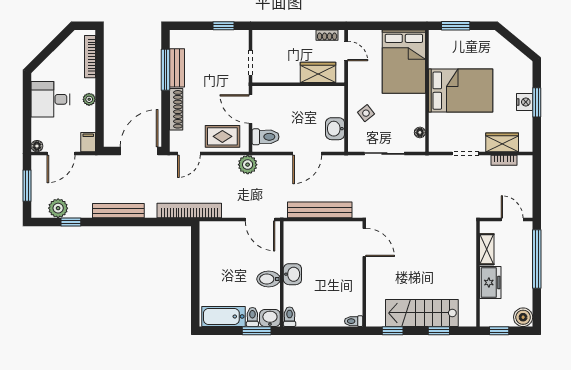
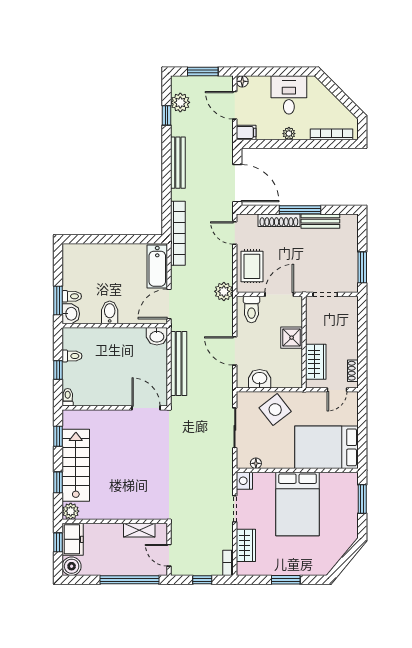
window: (223, 26) -> (362, 267), width x1.50
window: (166, 70) -> (300, 210), moved
shower: (294, 97) -> (292, 338), added
nightstand: (525, 102) -> (244, 481), moved, turned 90
side table: (366, 113) -> (275, 410), width x1.87, depth x1.87
bookcase: (504, 160) -> (228, 563), moved
window: (537, 186) -> (202, 580), added
door: (512, 219) -> (169, 555), swing flipped
door: (364, 242) -> (146, 408), swing flipped
washbasin: (292, 274) -> (157, 336), moved
freezer: (490, 283) -> (73, 539), moved, turned -90
bathtub: (224, 316) -> (157, 267), moved, turned 180
toilet: (290, 317) -> (72, 356), moved
plant: (468, 318) -> (71, 511), added
window: (326, 331) -> (58, 370), added

